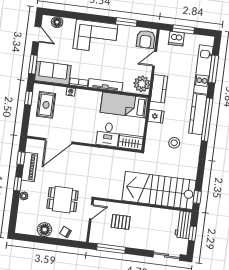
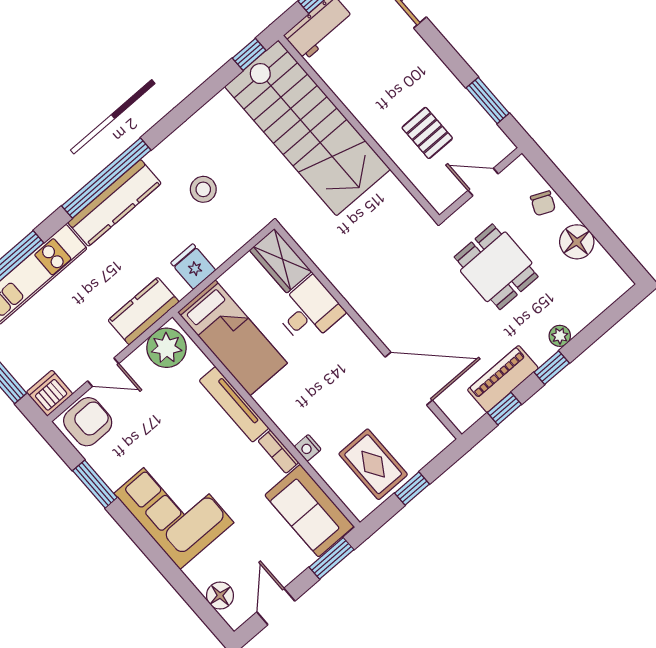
dishwasher: (176, 39) -> (50, 393), moved, turned -90
window: (29, 98) -> (412, 489), moved
rug: (46, 105) -> (373, 464), turned 90
door: (91, 212) -> (483, 182), moved
window: (111, 249) -> (488, 101), width x0.69

